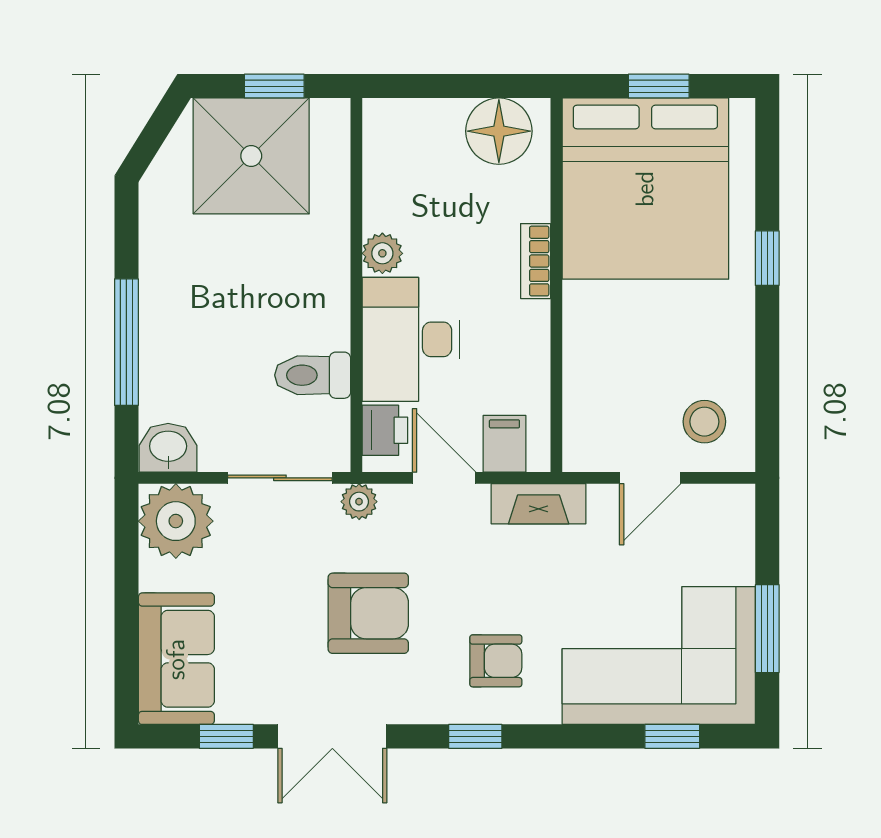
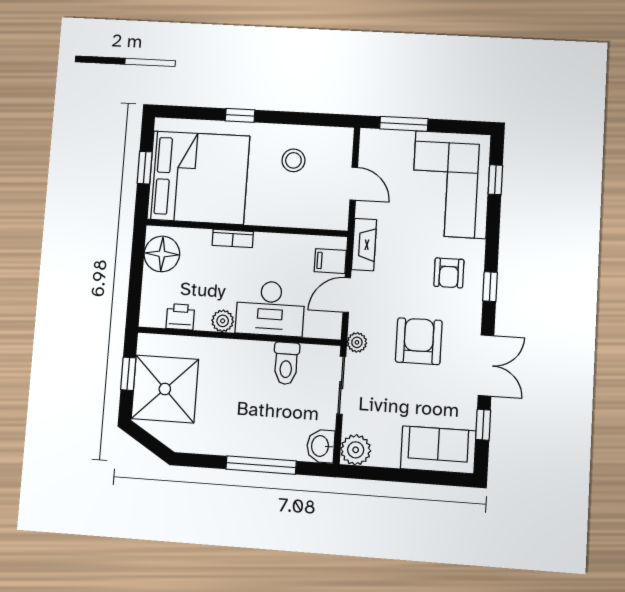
stool: (704, 422) -> (293, 160), moved
printer: (385, 430) -> (180, 317), moved
plant: (176, 521) -> (356, 450), width x0.73, depth x0.73
window: (767, 629) -> (404, 124), moved
armchair: (496, 661) -> (449, 273), turned 180

